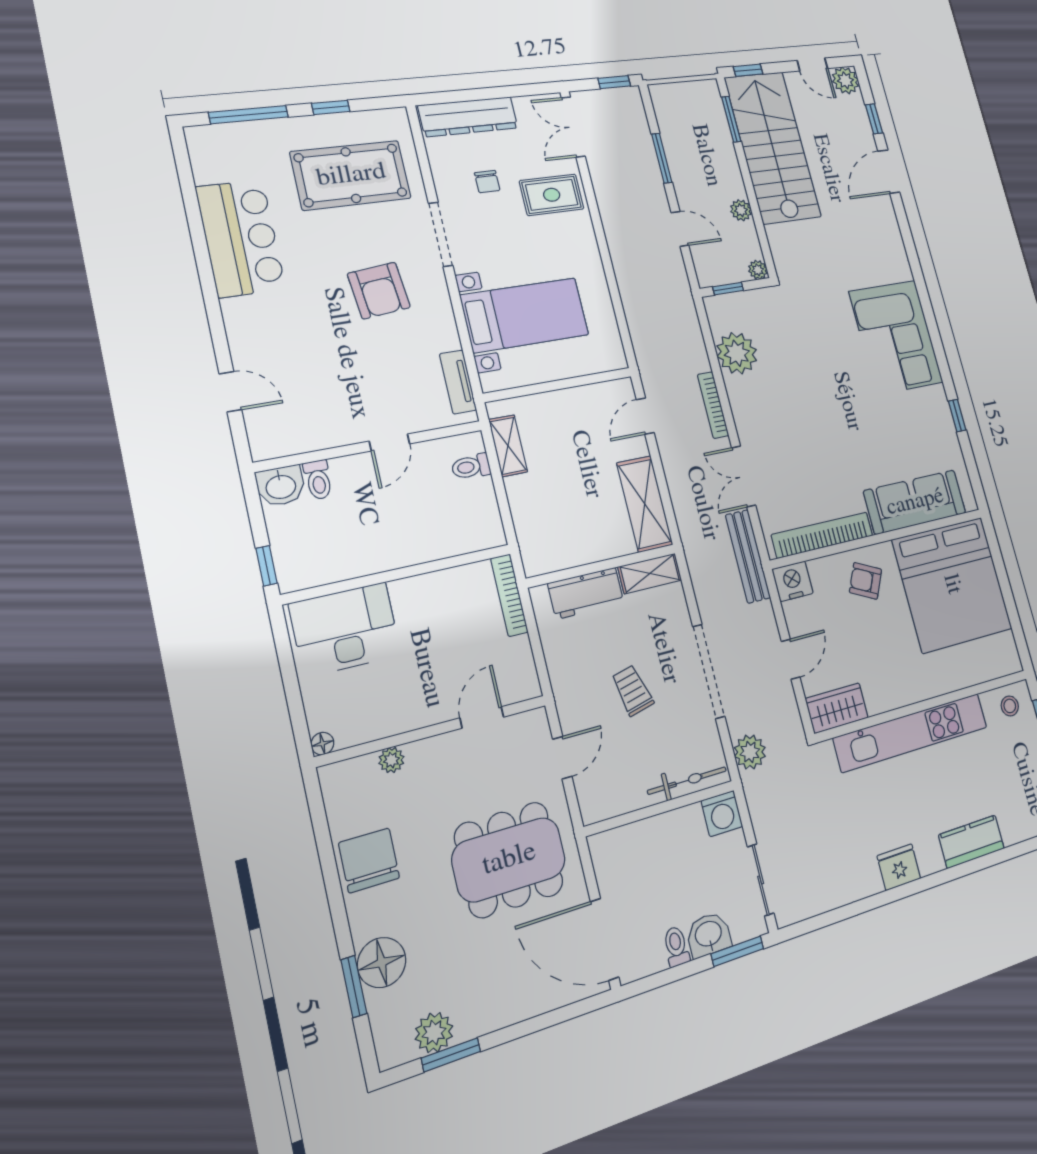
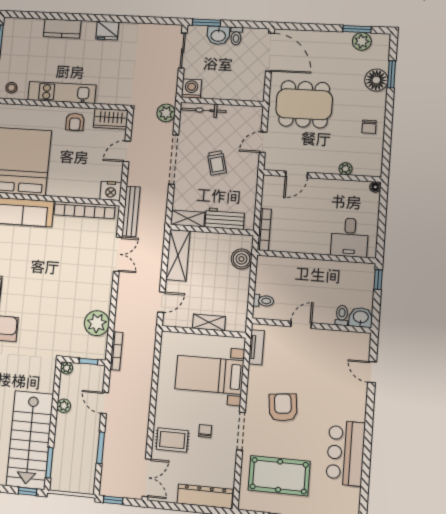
chair: (487, 182) -> (205, 431), moved
bookcase: (713, 405) -> (116, 351), moved
shelving: (508, 446) -> (209, 322), moved, turned 90
boiler: (533, 530) -> (241, 259), added
armchair: (866, 581) -> (75, 122), moved, turned 64
desk: (345, 629) -> (350, 237), width x0.73
kitchen unit: (911, 732) -> (62, 92), width x0.73
chair: (369, 860) -> (369, 127), width x0.54, depth x0.54

